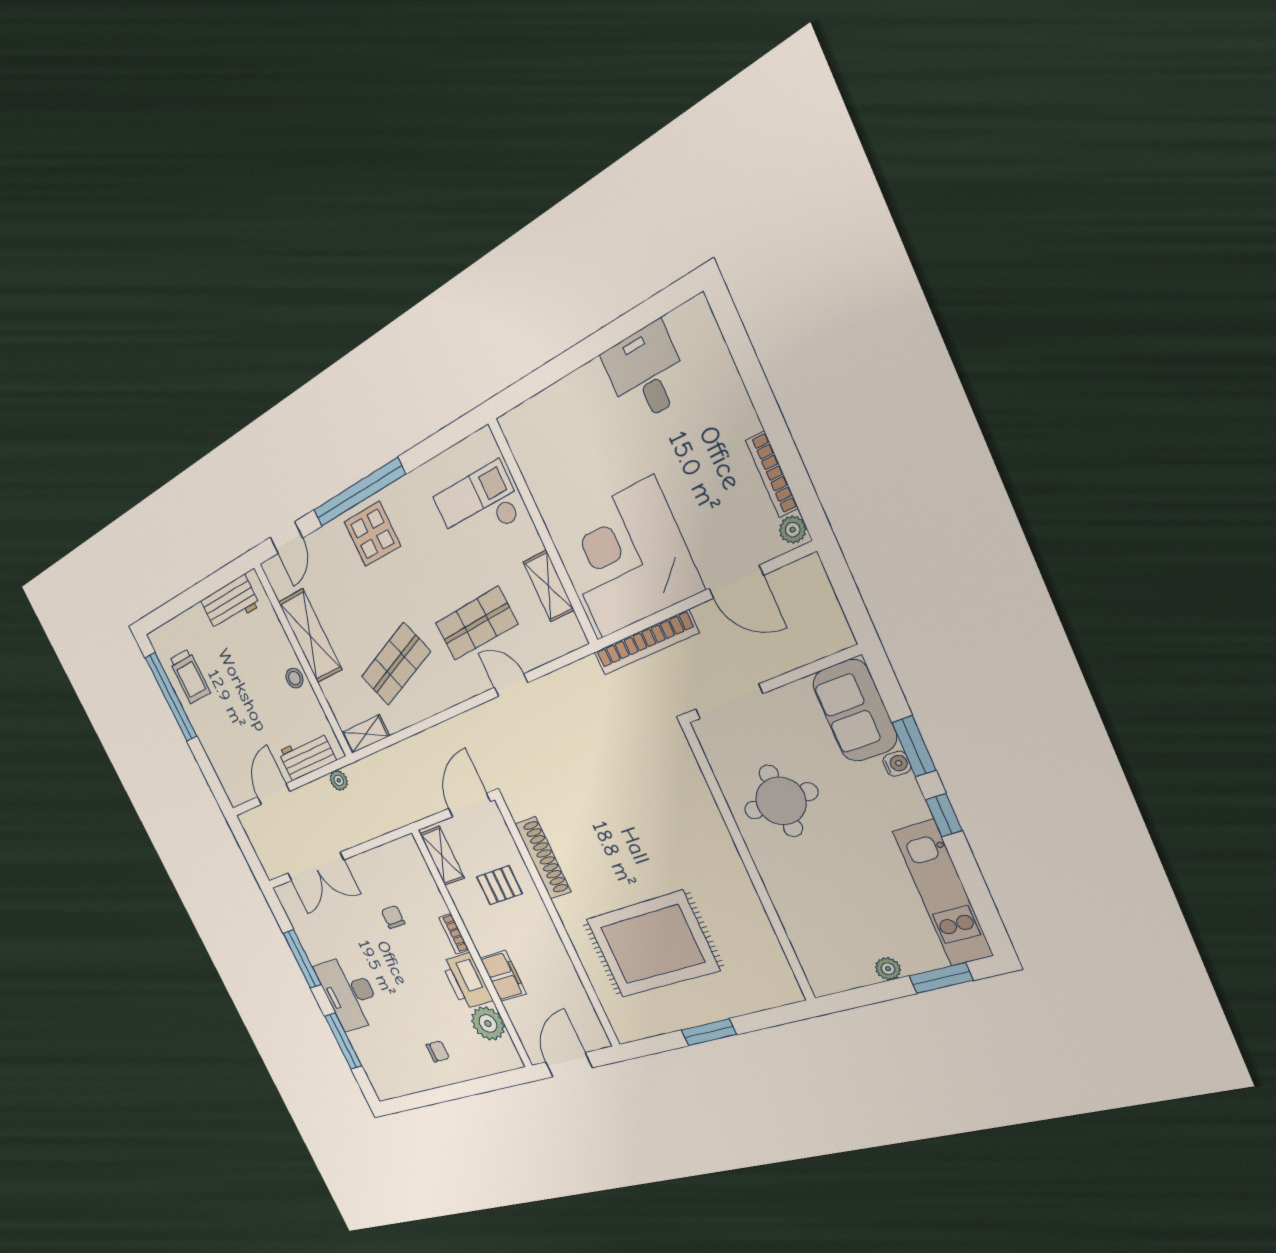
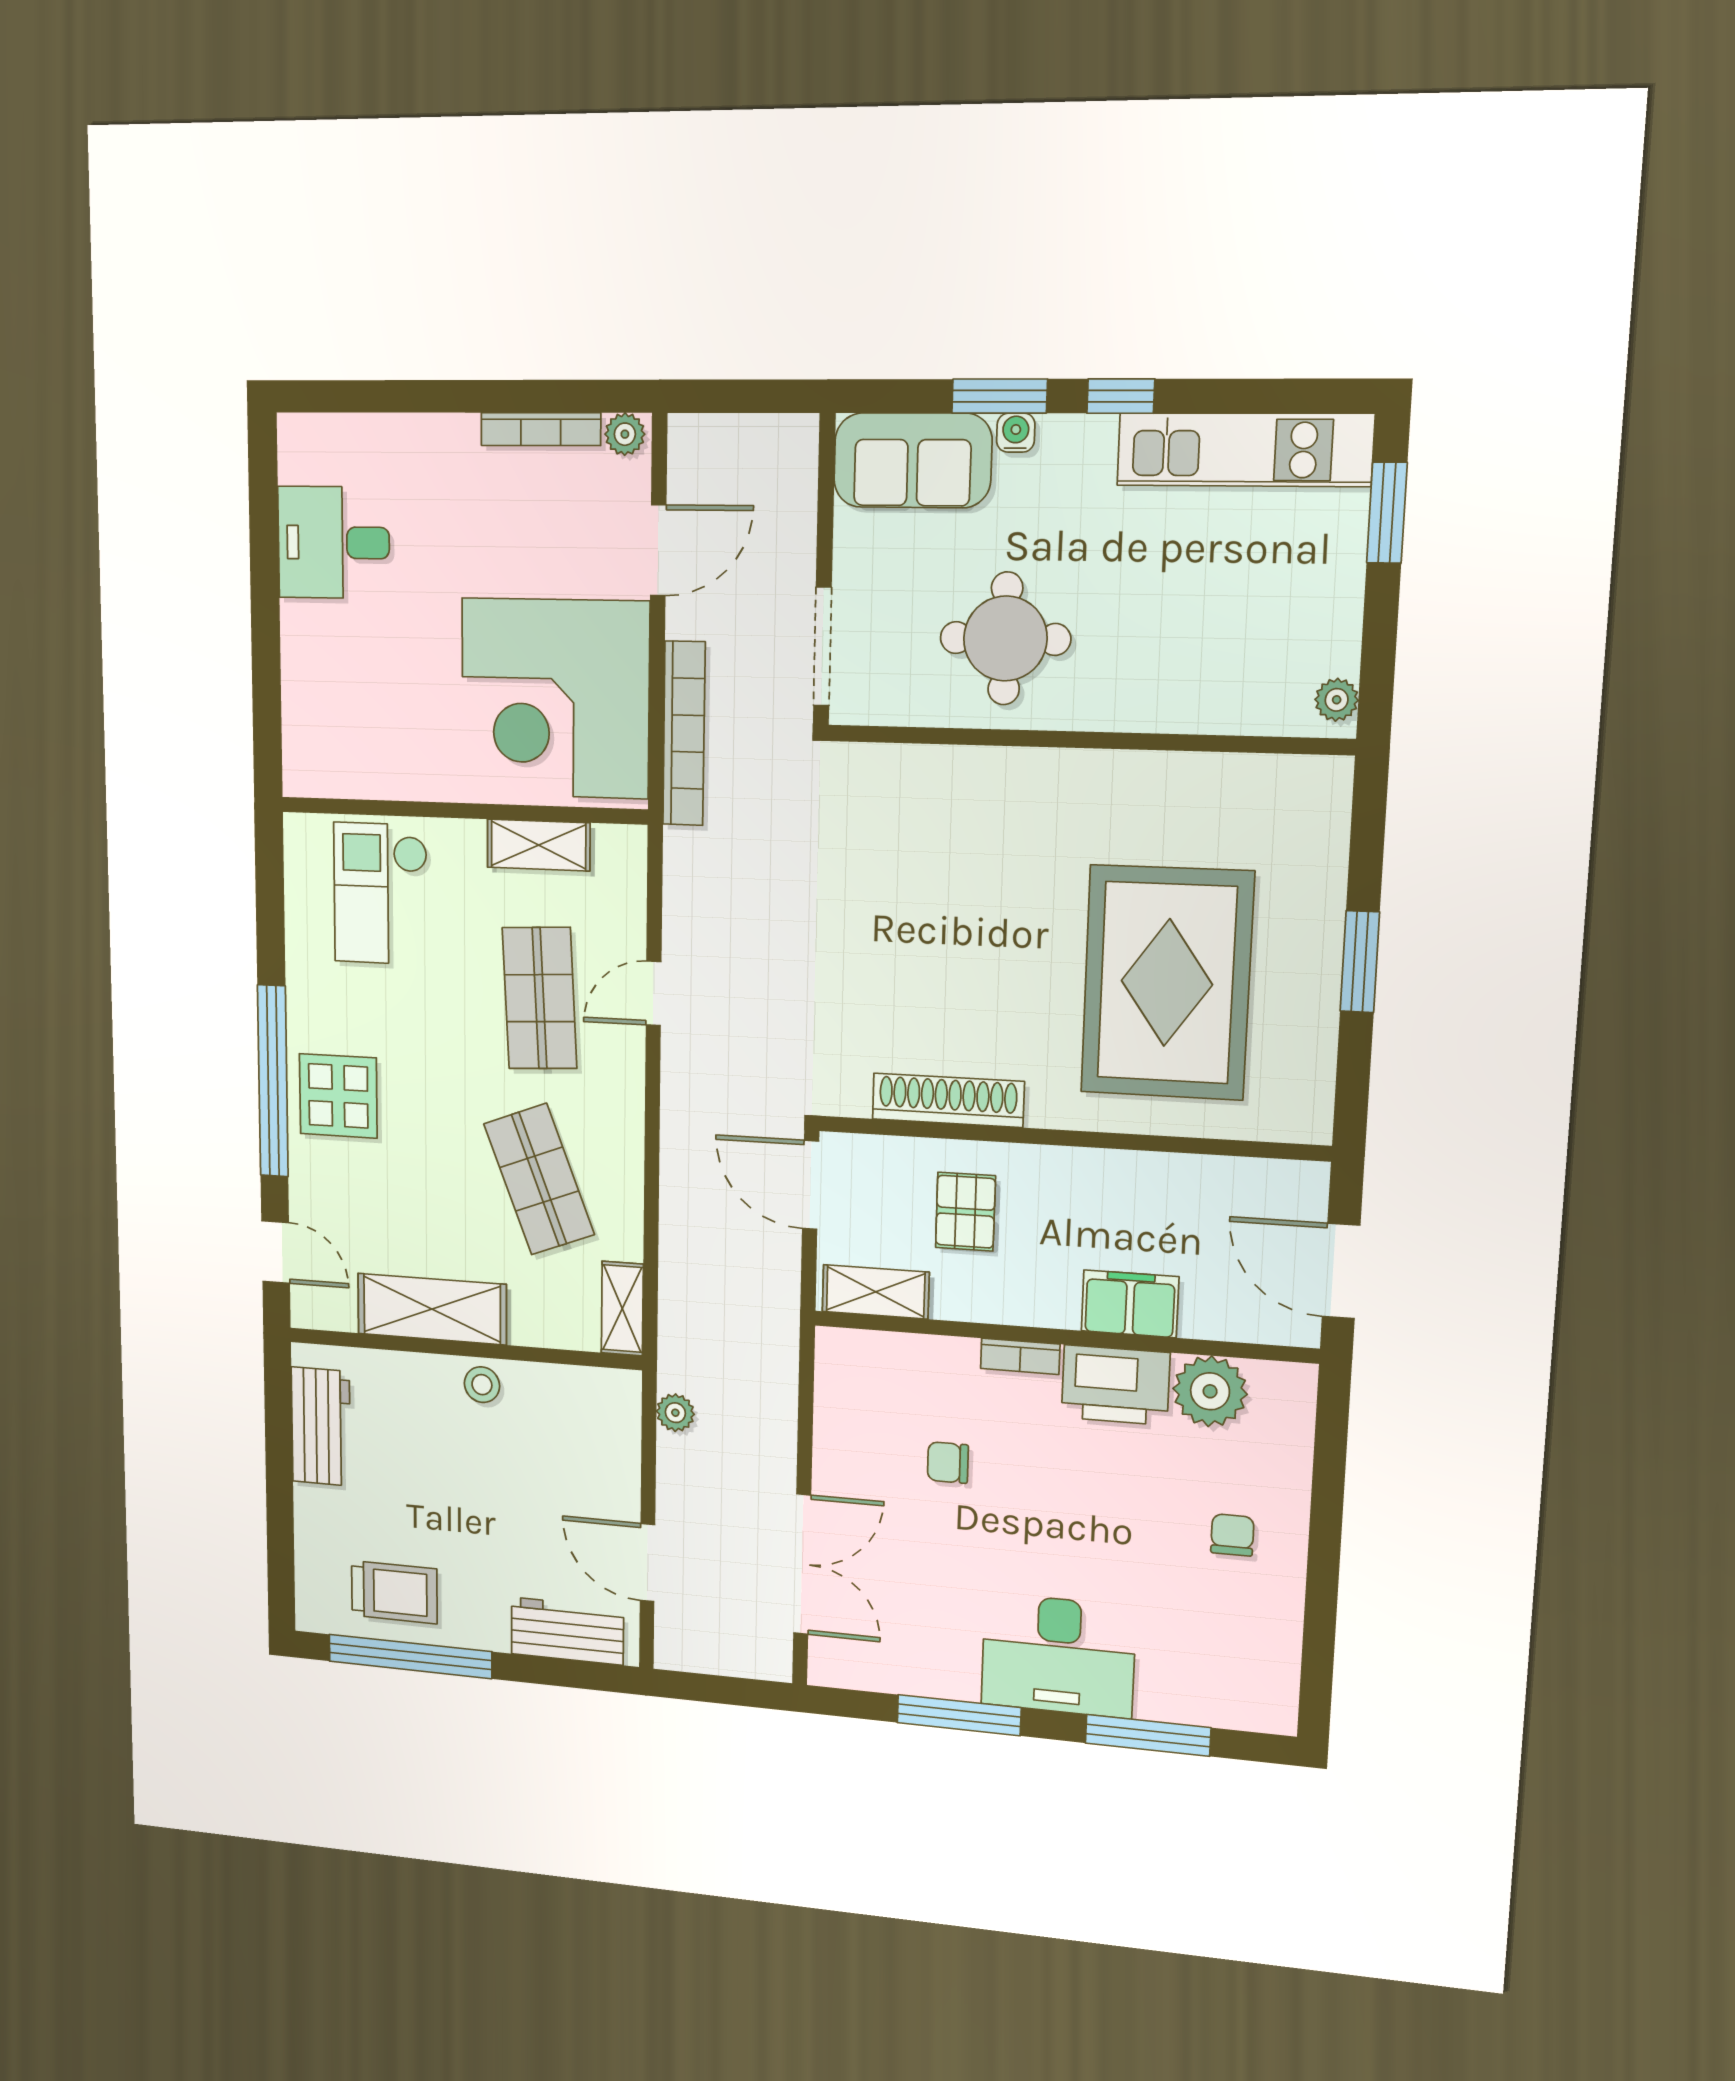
workbench: (307, 756) -> (567, 1631), moved, turned 90
plant: (888, 969) -> (1337, 700), moved

